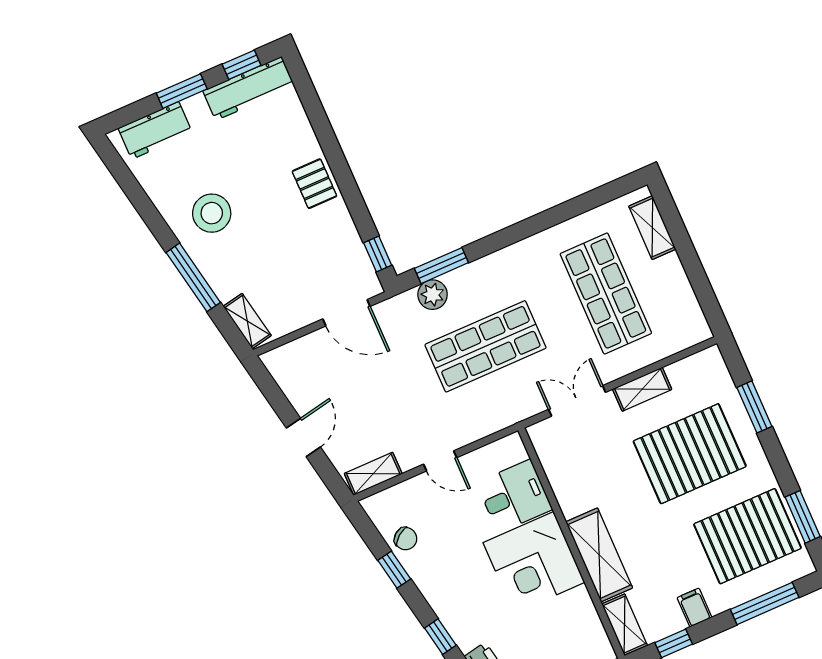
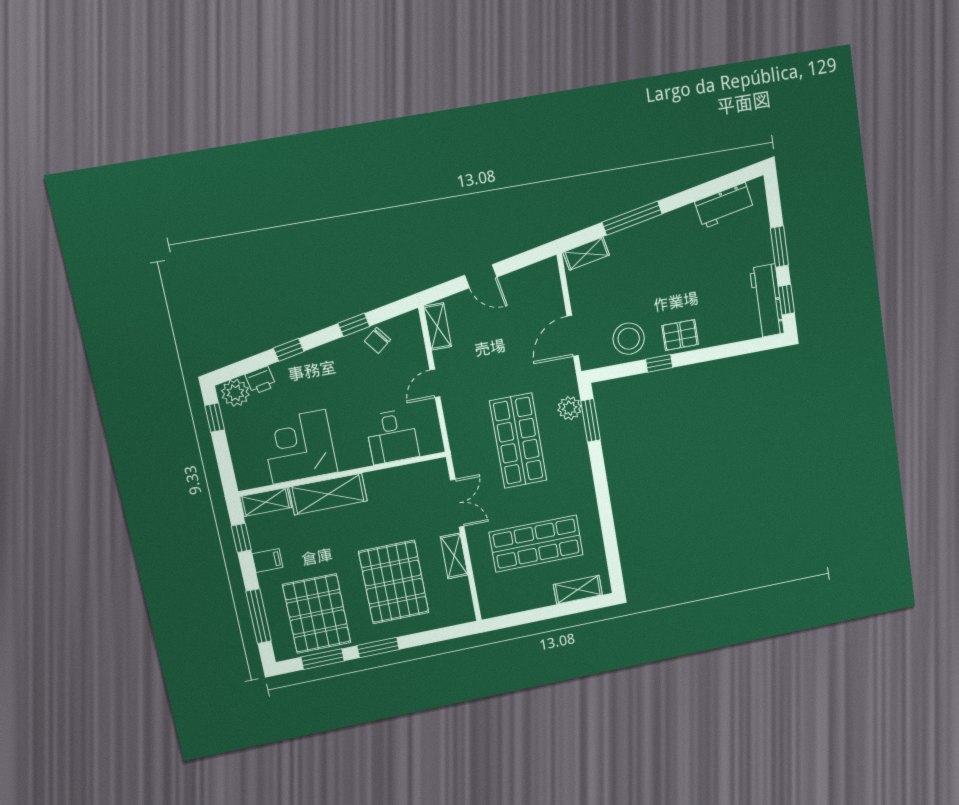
workbench: (155, 131) -> (724, 206), moved, turned -101
stool: (212, 213) -> (629, 339), moved
window: (378, 254) -> (659, 363), moved
window: (754, 407) -> (378, 648), moved
corner desk: (534, 563) -> (299, 447), moved

